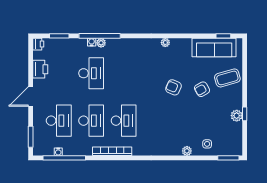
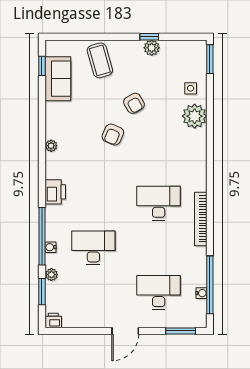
plant: (101, 43) -> (51, 275), moved
sofa: (214, 47) -> (58, 79), width x0.73
printer: (40, 69) -> (55, 192), moved, turned 90
armchair: (202, 89) -> (134, 103), moved
door: (31, 96) -> (125, 331), hinge flipped
desk: (91, 121) -> (159, 248), removed
plant: (187, 151) -> (195, 116), width x1.88, depth x1.88

